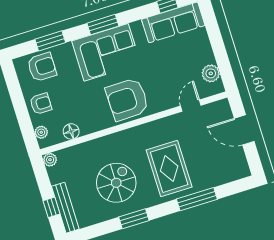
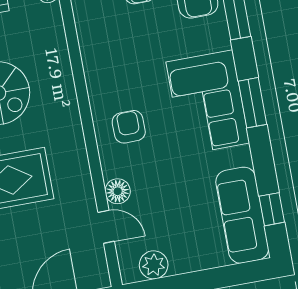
armchair: (127, 99) -> (129, 127), width x0.53, depth x0.53
floor lamp: (71, 131) -> (118, 191), moved

